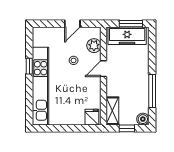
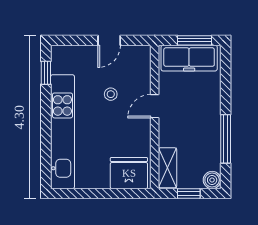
plant: (94, 46) -> (141, 72), removed
window: (29, 66) -> (46, 73), moved
fridge: (92, 117) -> (129, 173), width x1.88, depth x1.34

